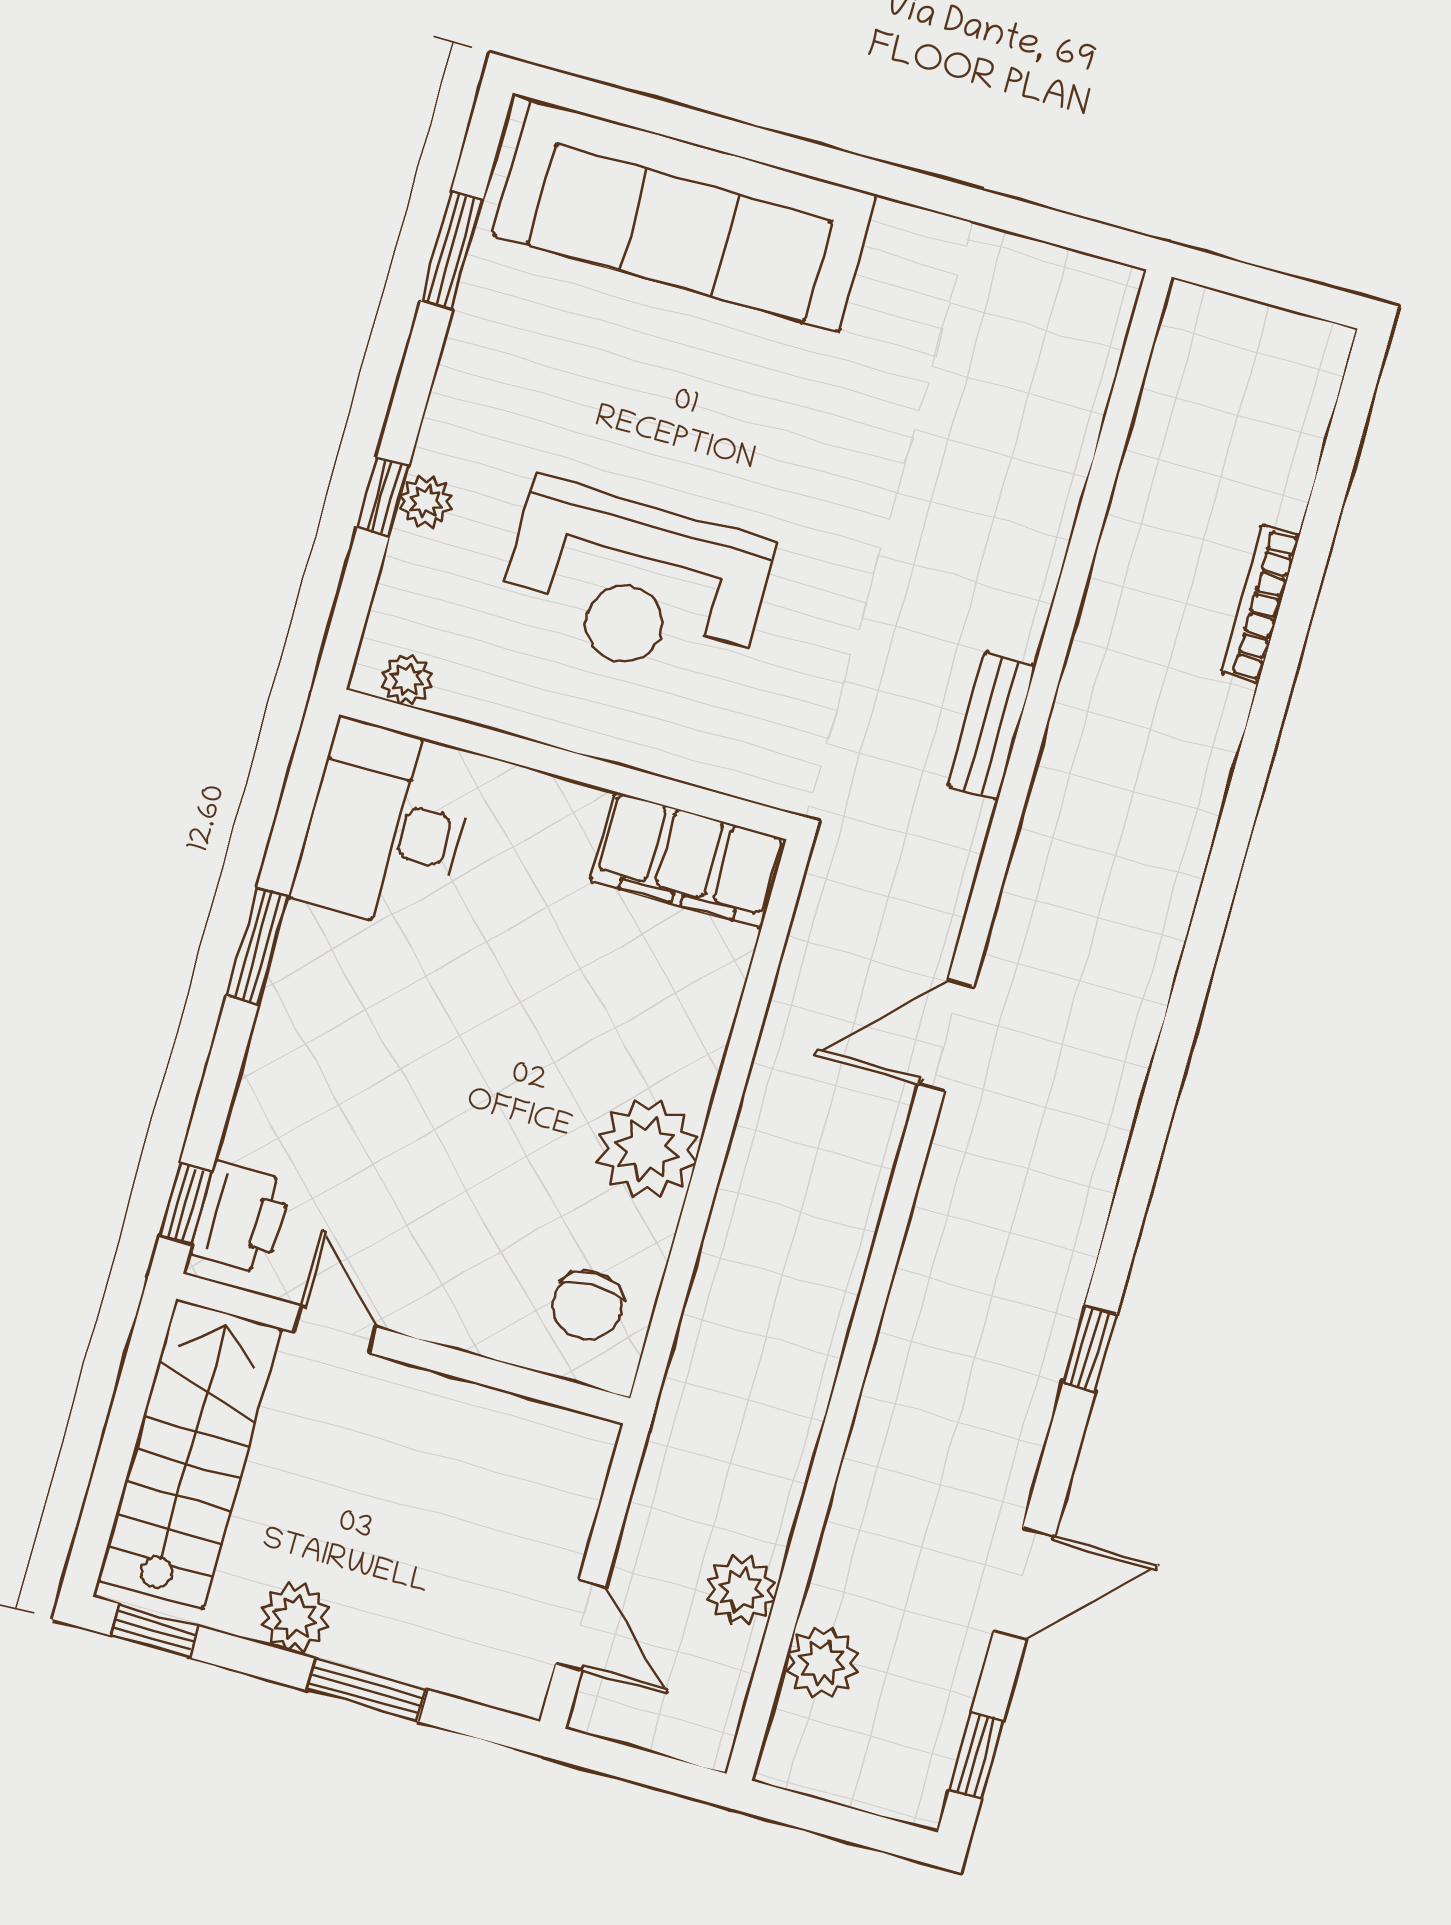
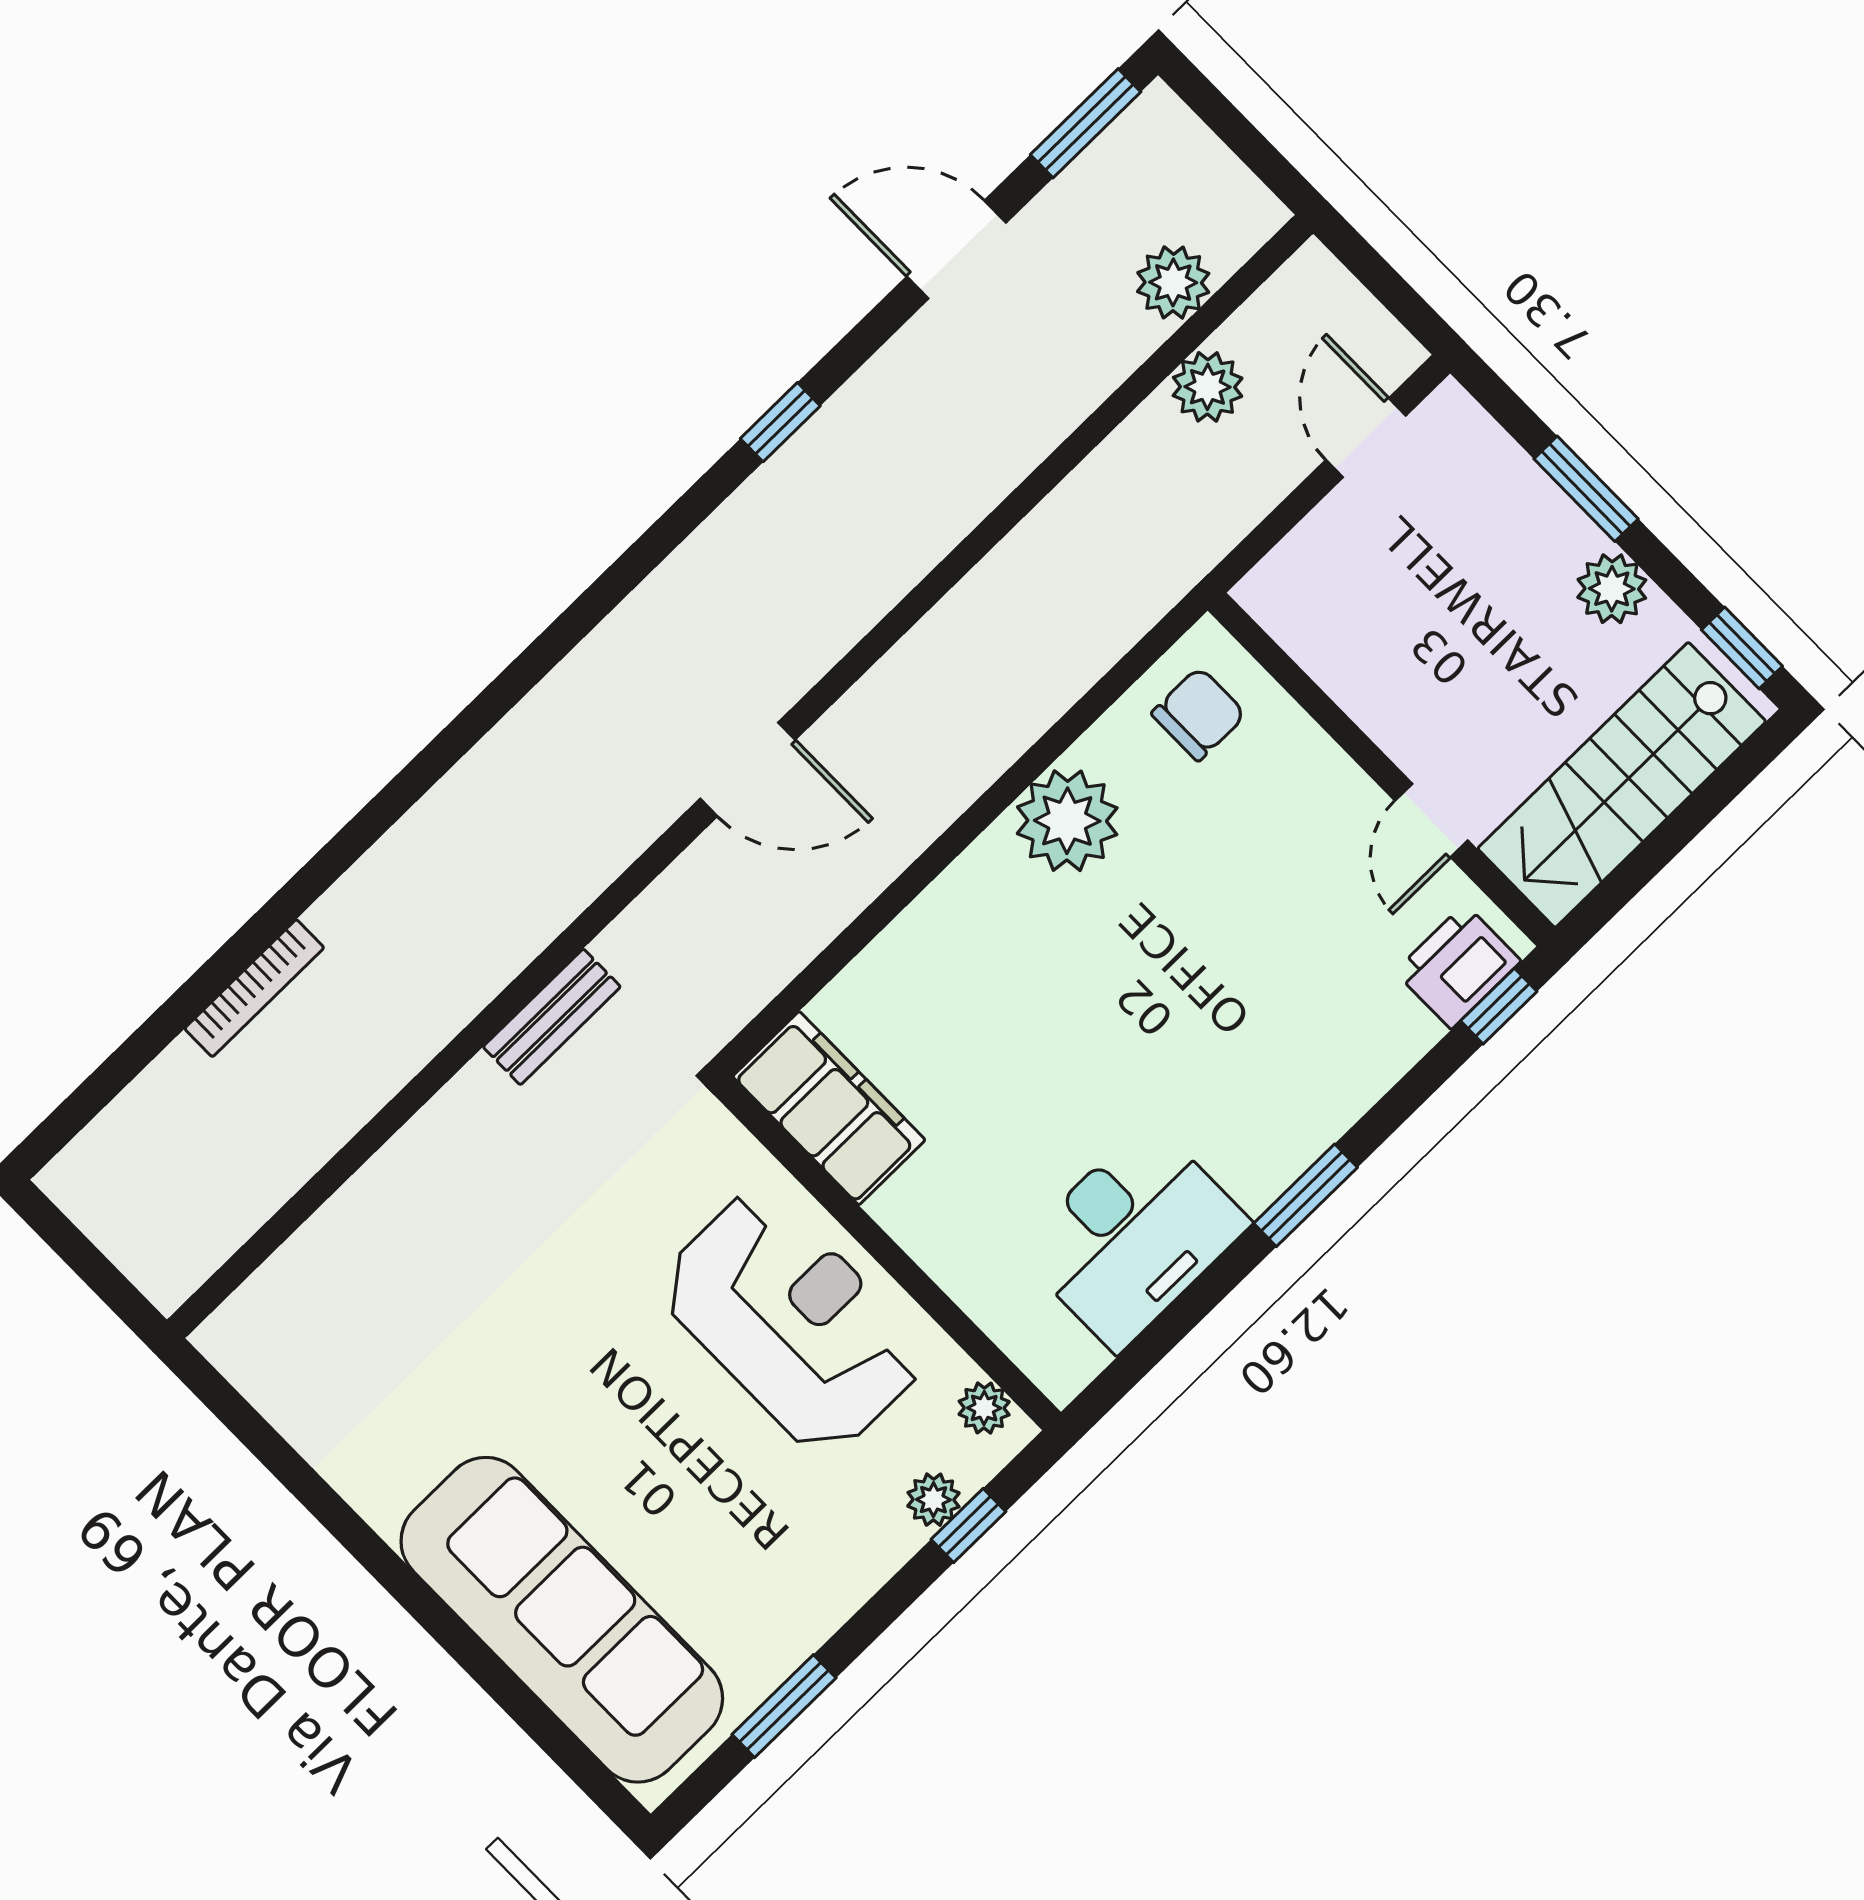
plant: (407, 680) -> (984, 1408), moved
wall: (566, 764) -> (887, 1253), moved
filing cabinet: (688, 860) -> (829, 1108), moved
window: (976, 1756) -> (1086, 123), width x1.50

